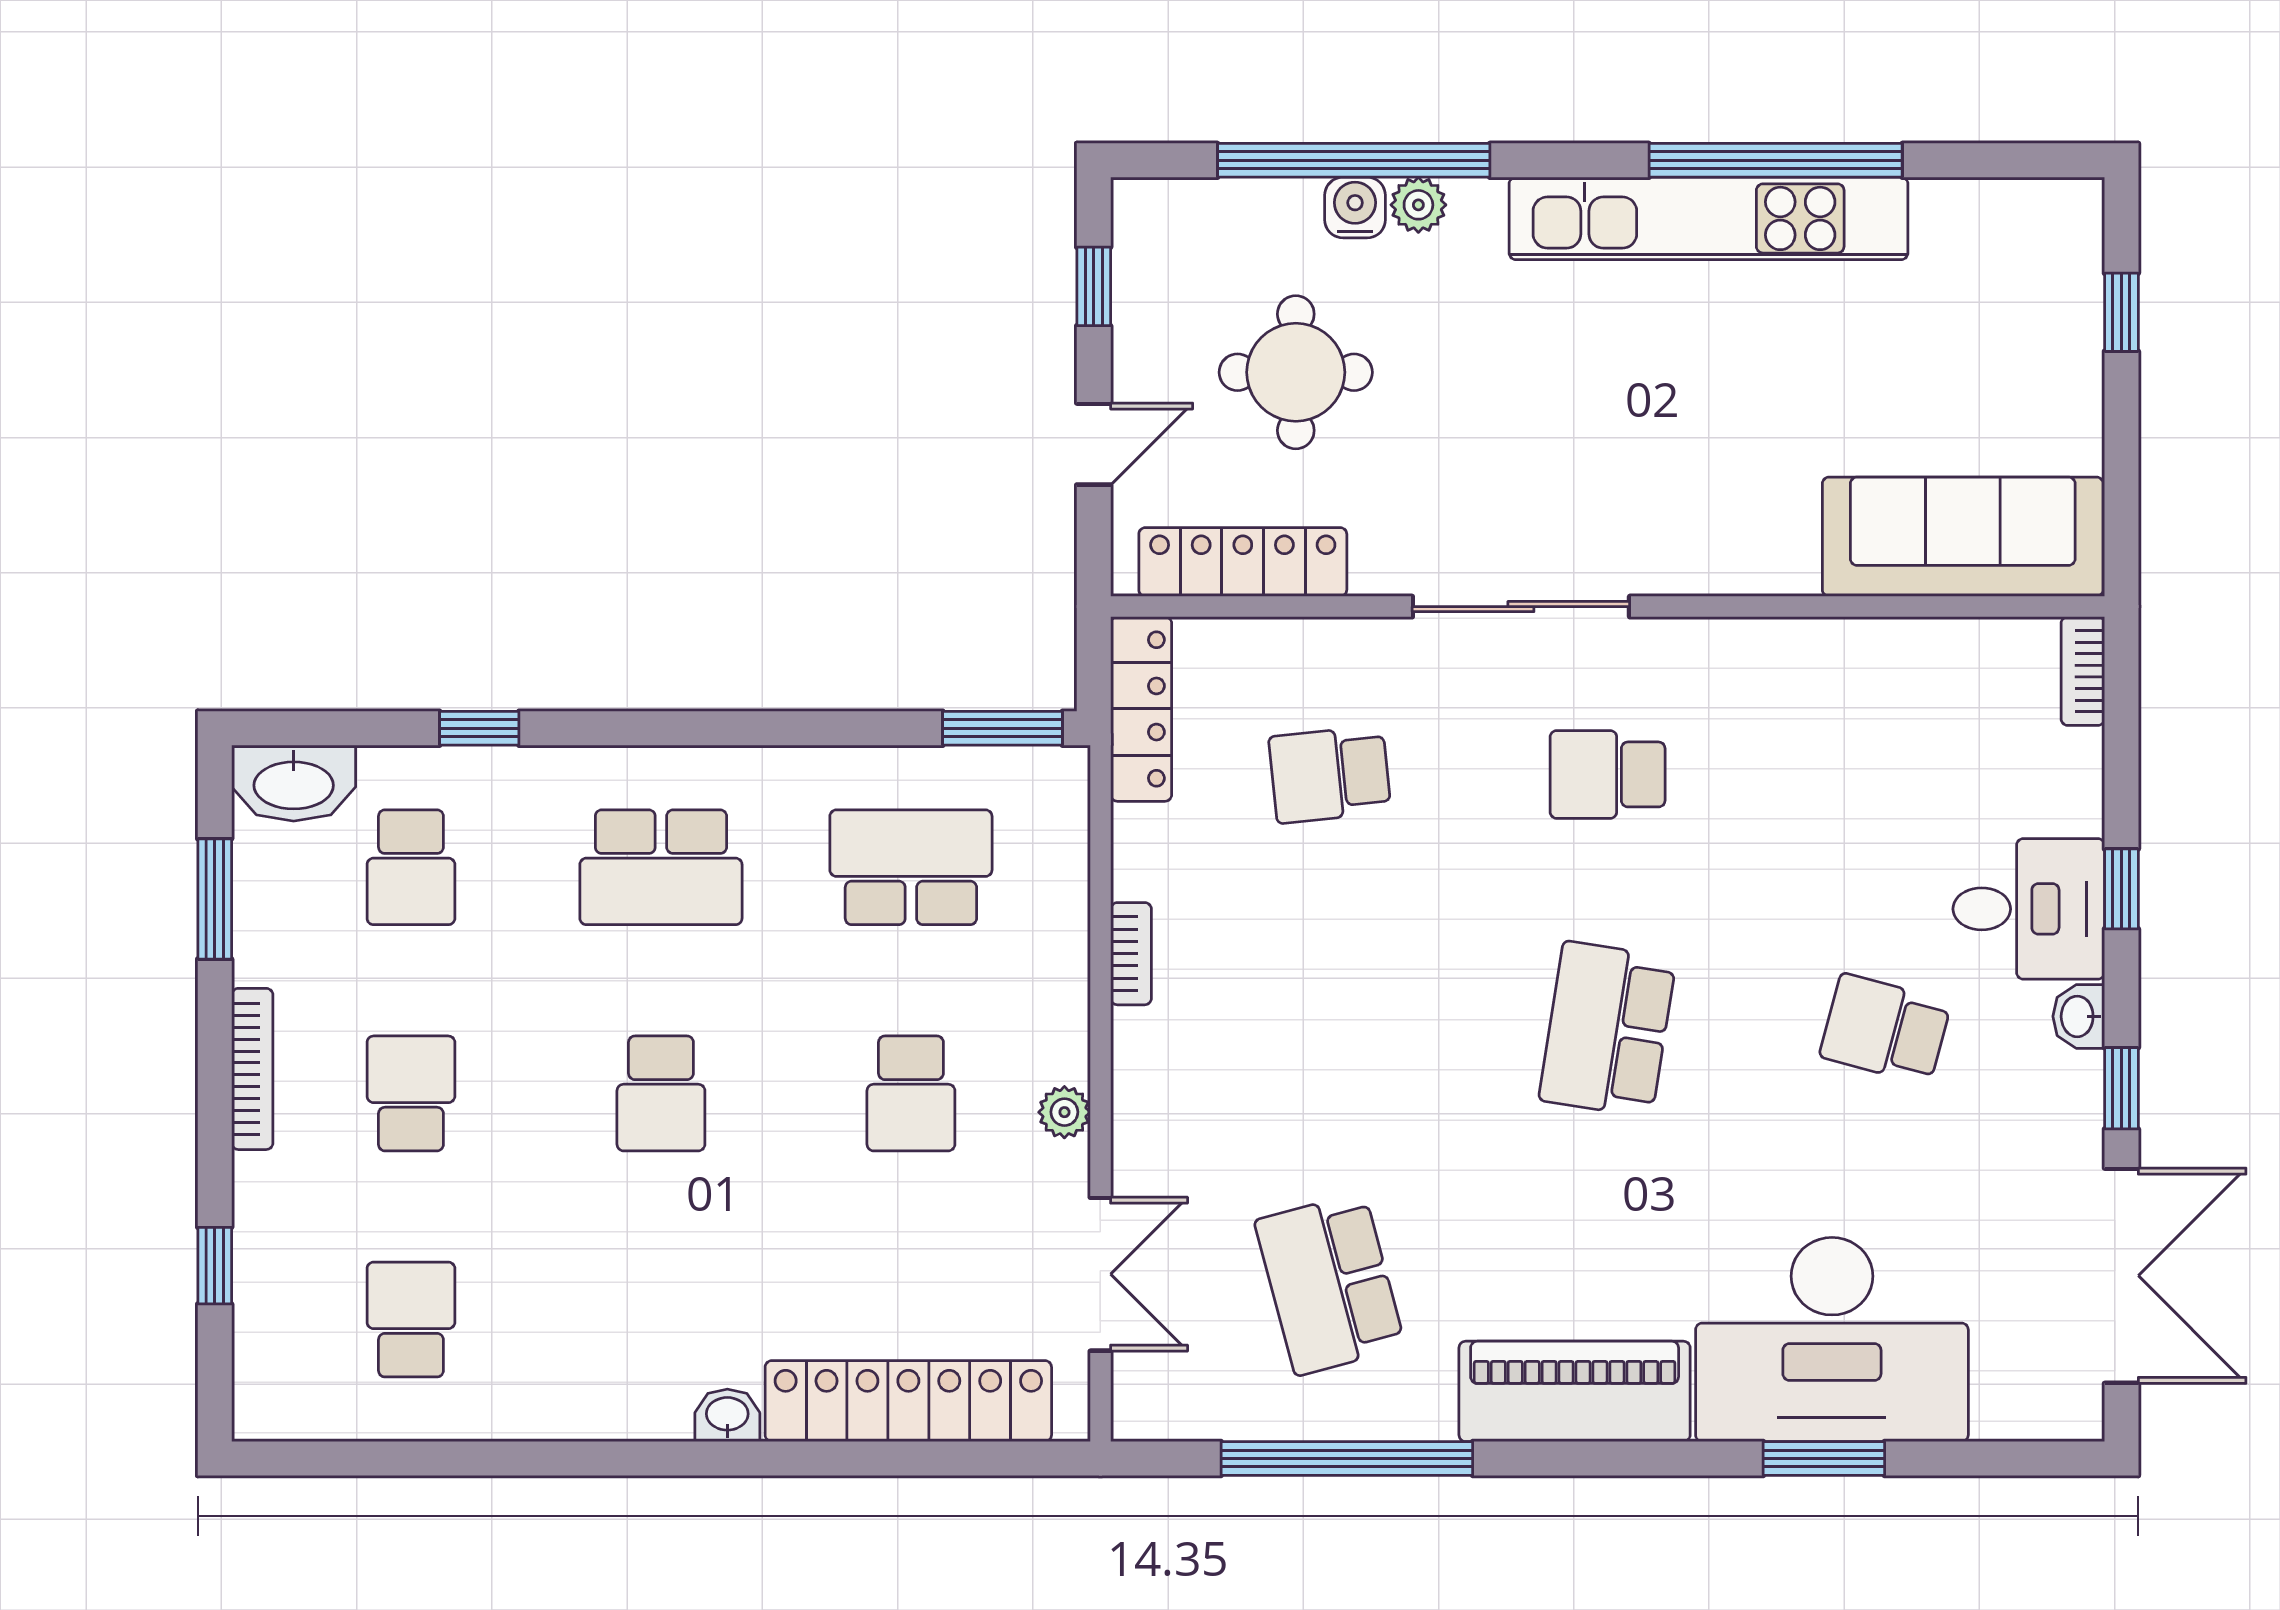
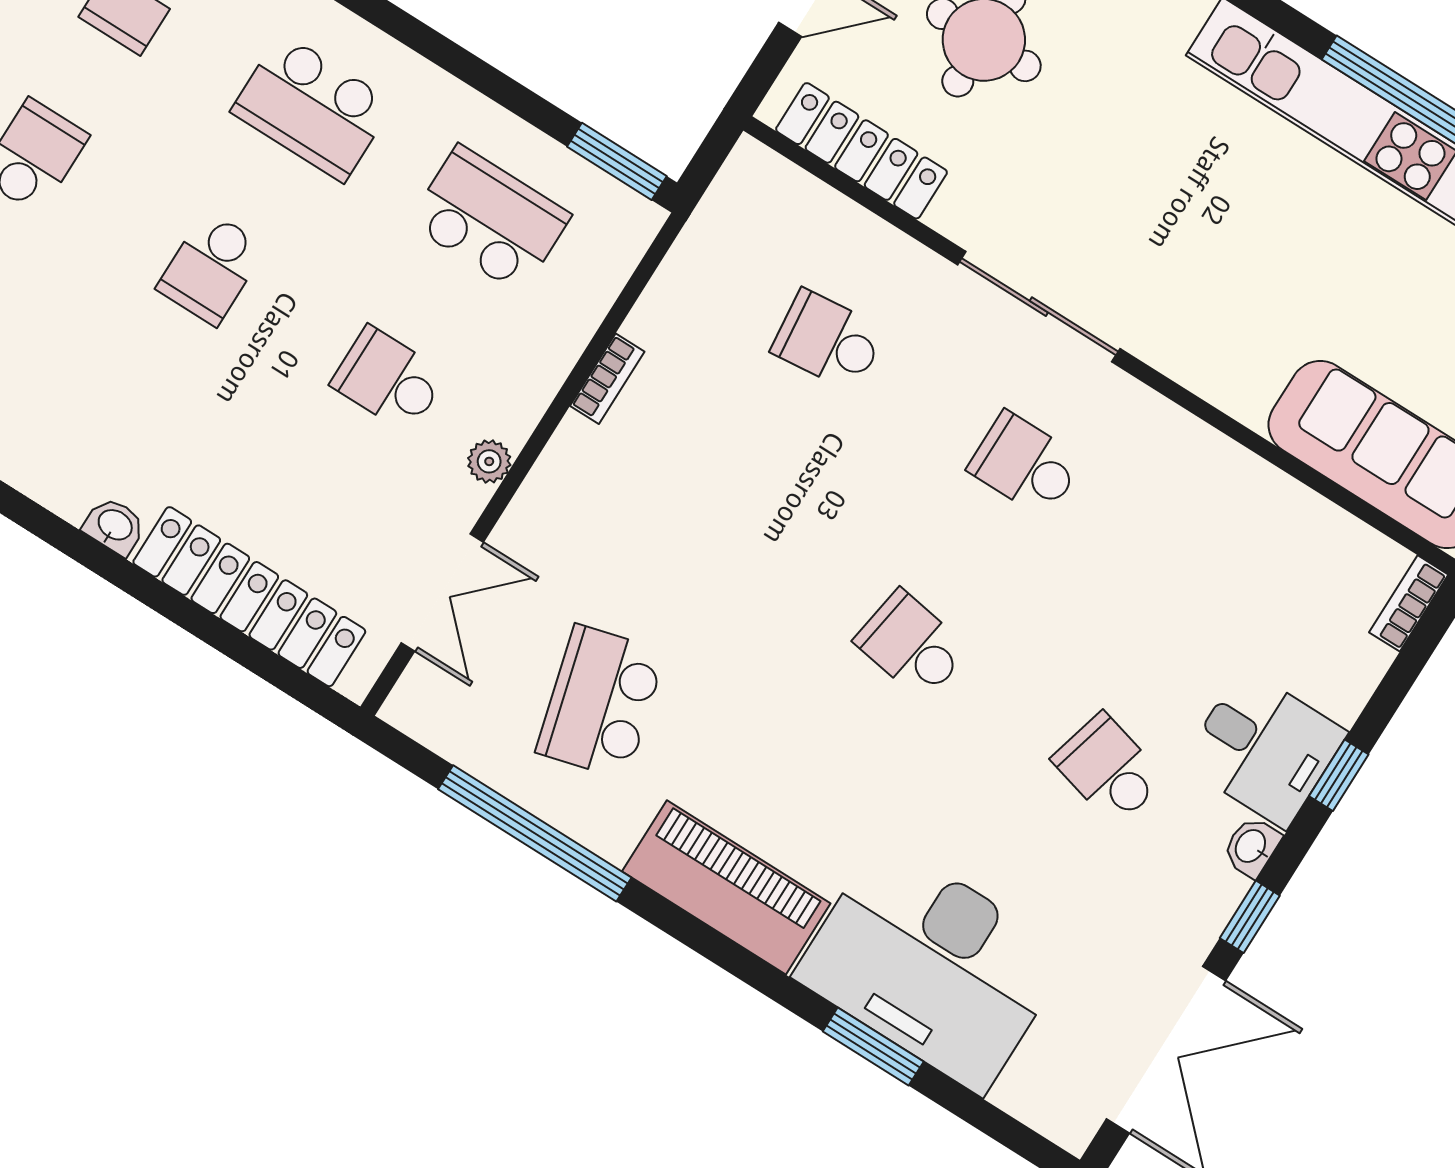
locker: (1141, 709) -> (724, 210), removed
school desk: (1608, 1029) -> (912, 645), width x0.54
school desk: (911, 1093) -> (389, 380), turned 90

